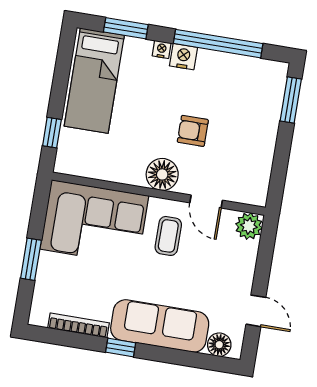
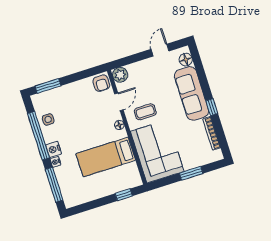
window: (126, 28) -> (54, 185), width x1.44
side table: (236, 73) -> (48, 119), added
bed: (94, 81) -> (106, 157), moved, turned 180
armchair: (193, 131) -> (101, 83), moved
floor lamp: (162, 174) -> (119, 125), width x0.53, depth x0.53

